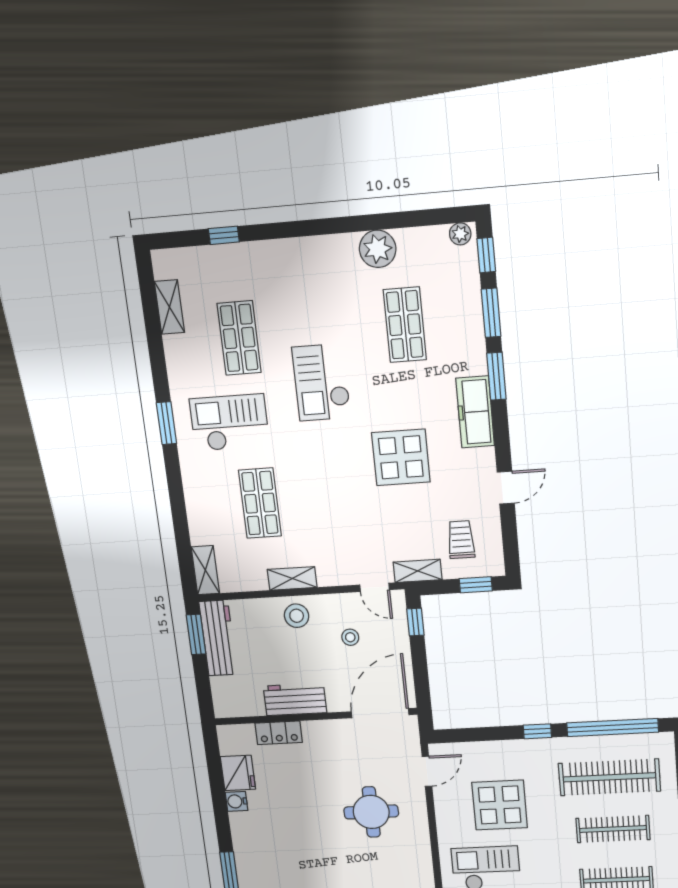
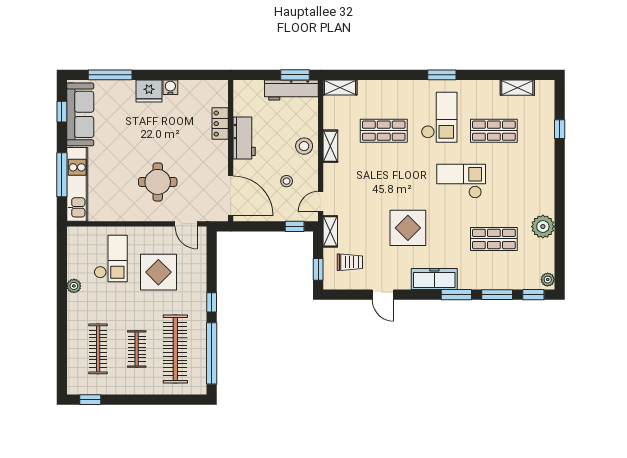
fridge: (238, 773) -> (149, 91), moved
clothes rail: (613, 829) -> (137, 349), width x0.73

